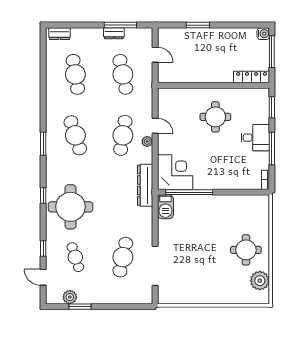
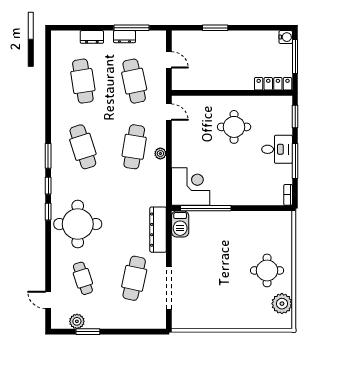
dresser: (59, 34) -> (92, 37), moved
door: (155, 126) -> (169, 112), moved
dresser: (145, 185) -> (158, 230), moved
window: (43, 249) -> (48, 186), moved

